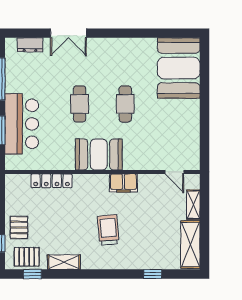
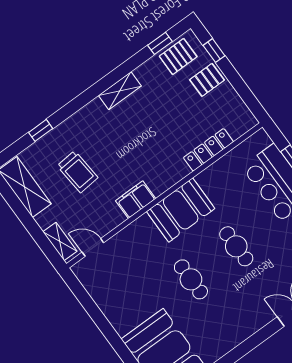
shelving: (193, 205) -> (60, 241), moved
pallet: (19, 227) -> (207, 80), turned 90
trolley: (108, 230) -> (78, 172), moved
shelving: (64, 262) -> (120, 91), moved

